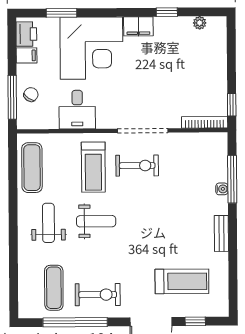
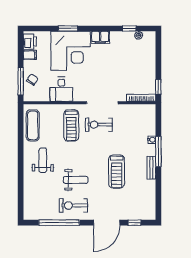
window: (167, 12) -> (129, 28), moved
window: (62, 13) -> (68, 28), moved
exercise bike: (137, 166) -> (99, 125), turned 180
window: (232, 179) -> (158, 152), moved
weight bench: (96, 221) -> (76, 180), moved
treadmill: (182, 281) -> (117, 172), moved, turned 90
exercise mat: (54, 288) -> (46, 201), removed
exercise bike: (98, 295) -> (73, 205), turned 180

